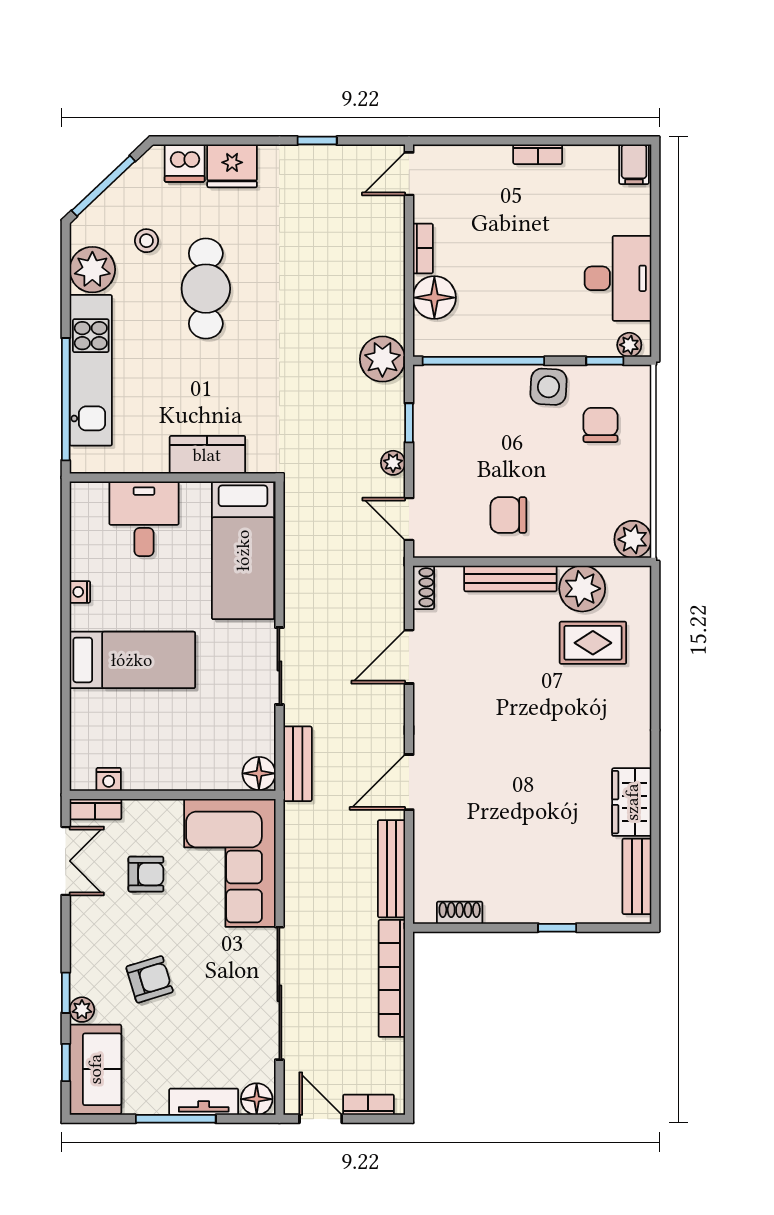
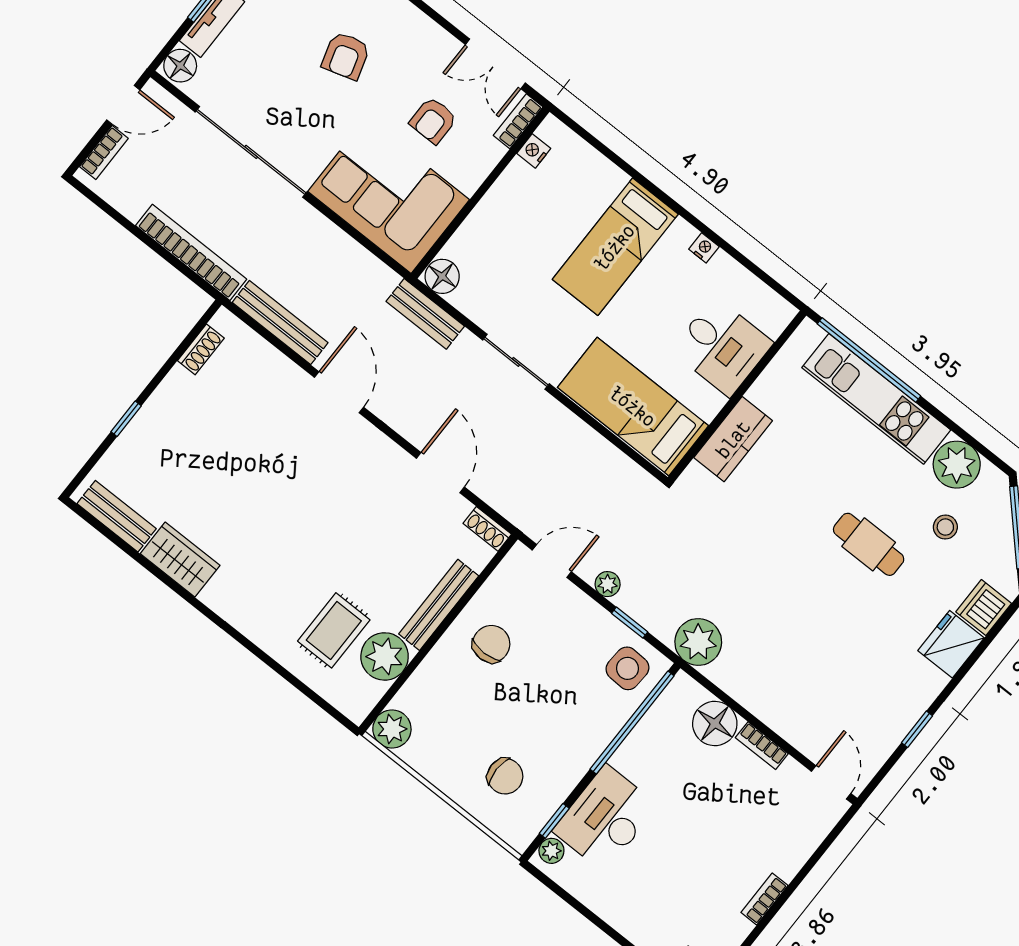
desk: (618, 278) -> (605, 818), moved, turned 90
cafe table: (206, 289) -> (869, 544), width x0.73, depth x0.74
side table: (548, 387) -> (627, 668), moved

